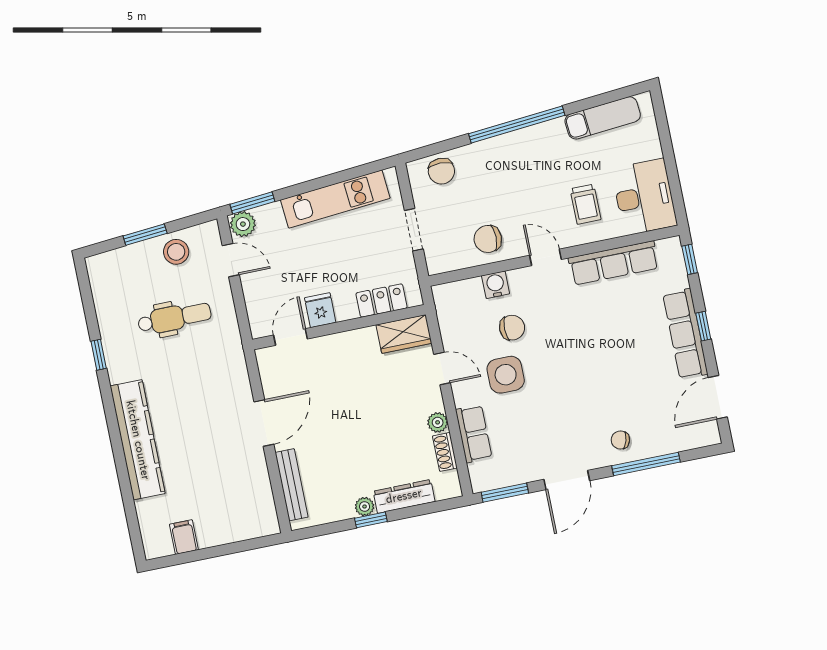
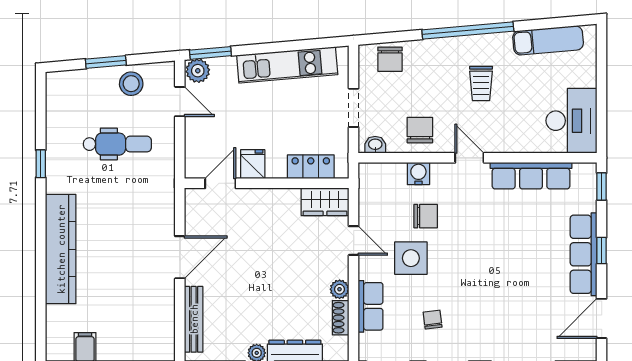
trolley: (585, 204) -> (481, 83), moved
chair: (488, 239) -> (420, 130), turned 90
washbasin: (444, 264) -> (375, 145), added
chair: (620, 440) -> (433, 320), moved, turned 66

